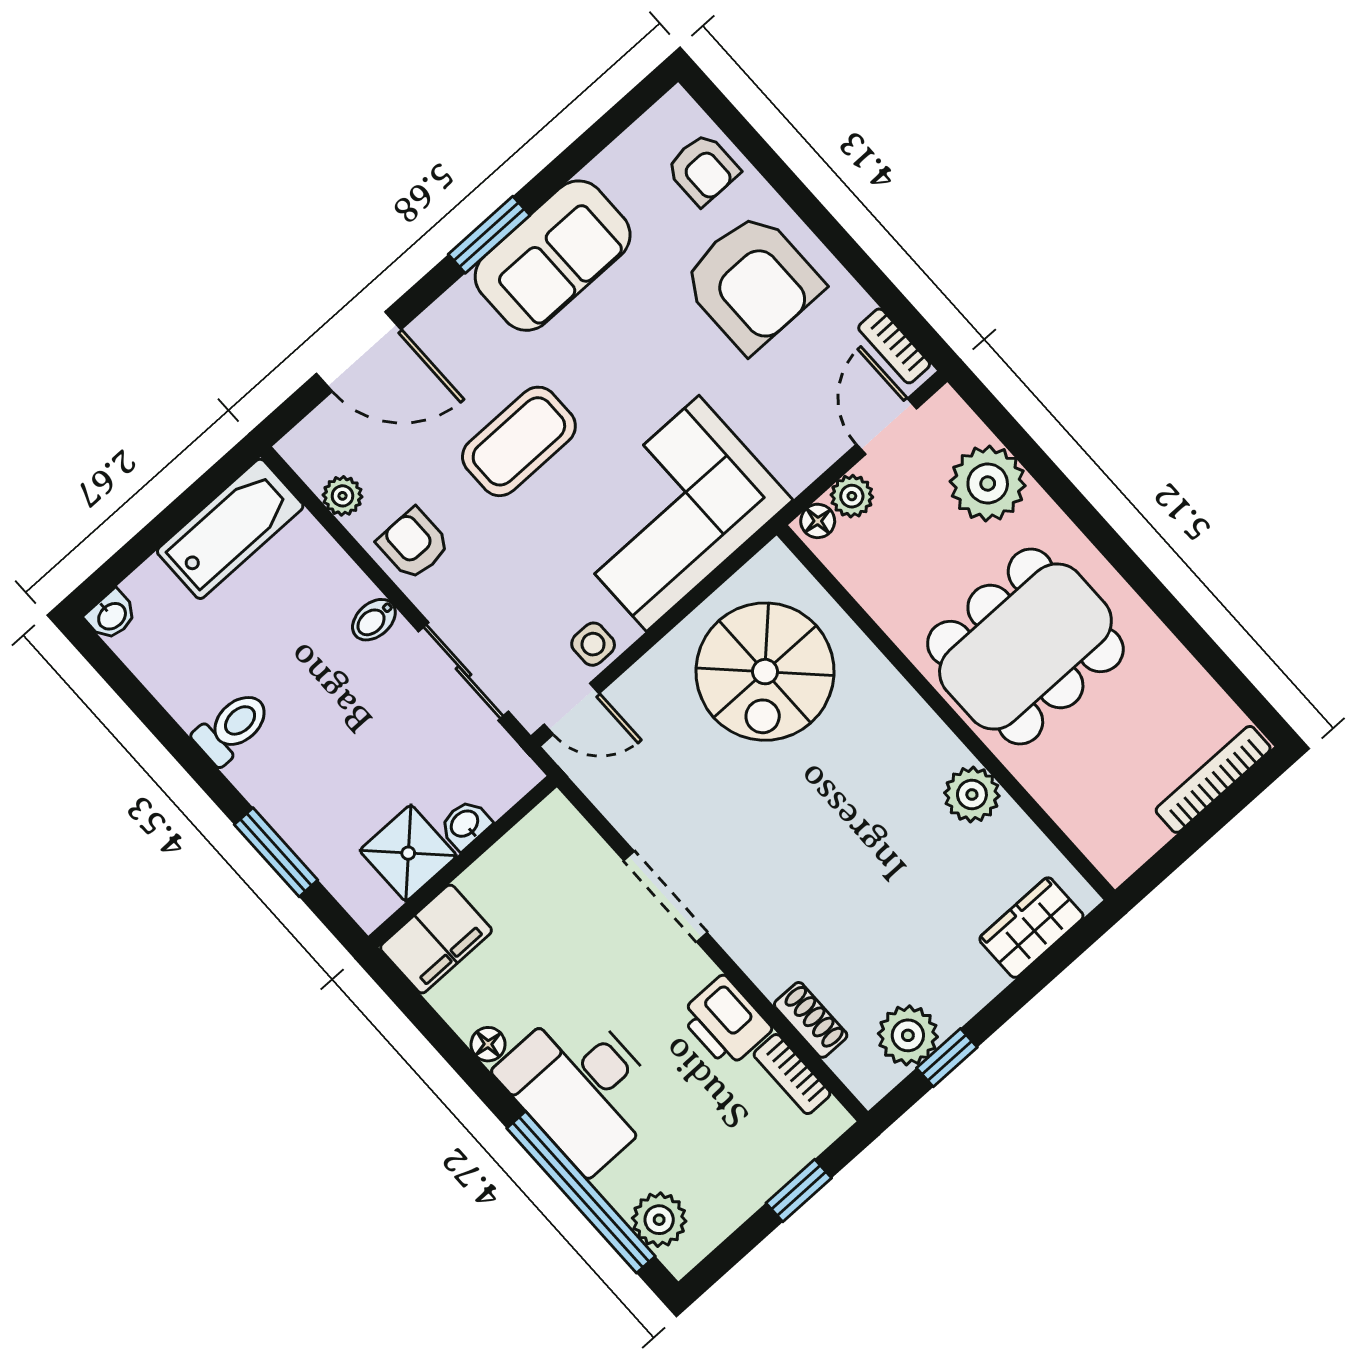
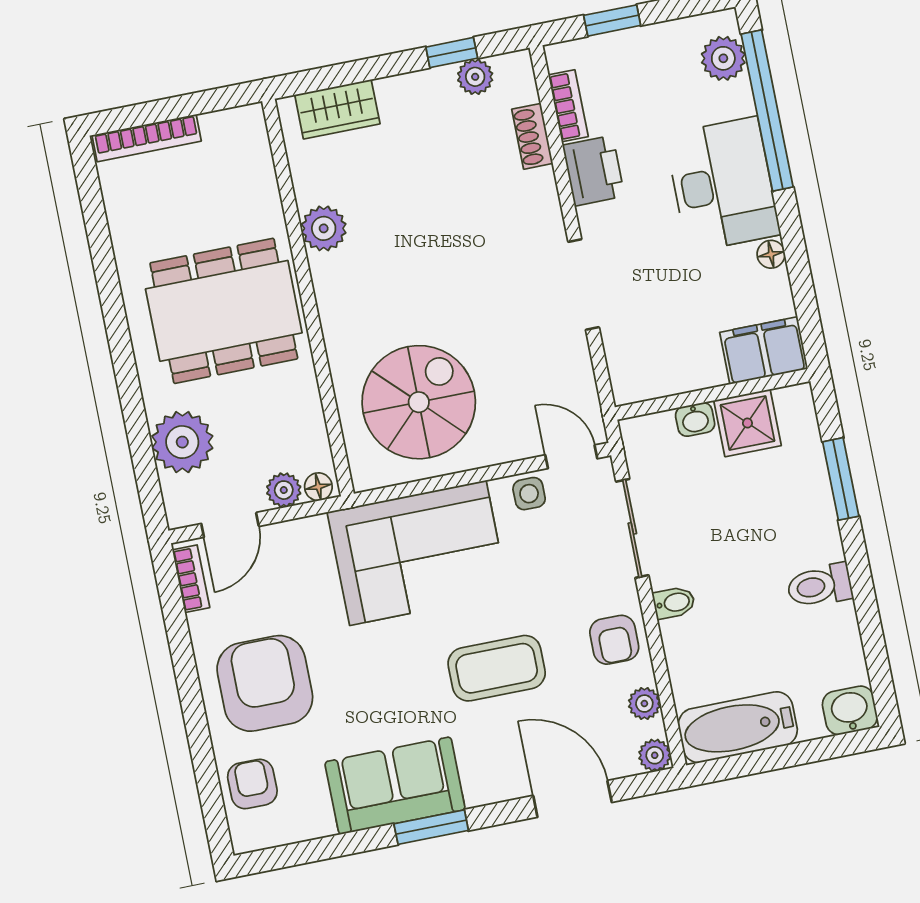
plant: (300, 448) -> (655, 755), added
washbasin: (111, 615) -> (850, 710), width x1.38, depth x1.45
plant: (908, 1035) -> (475, 77), width x0.73, depth x0.73

